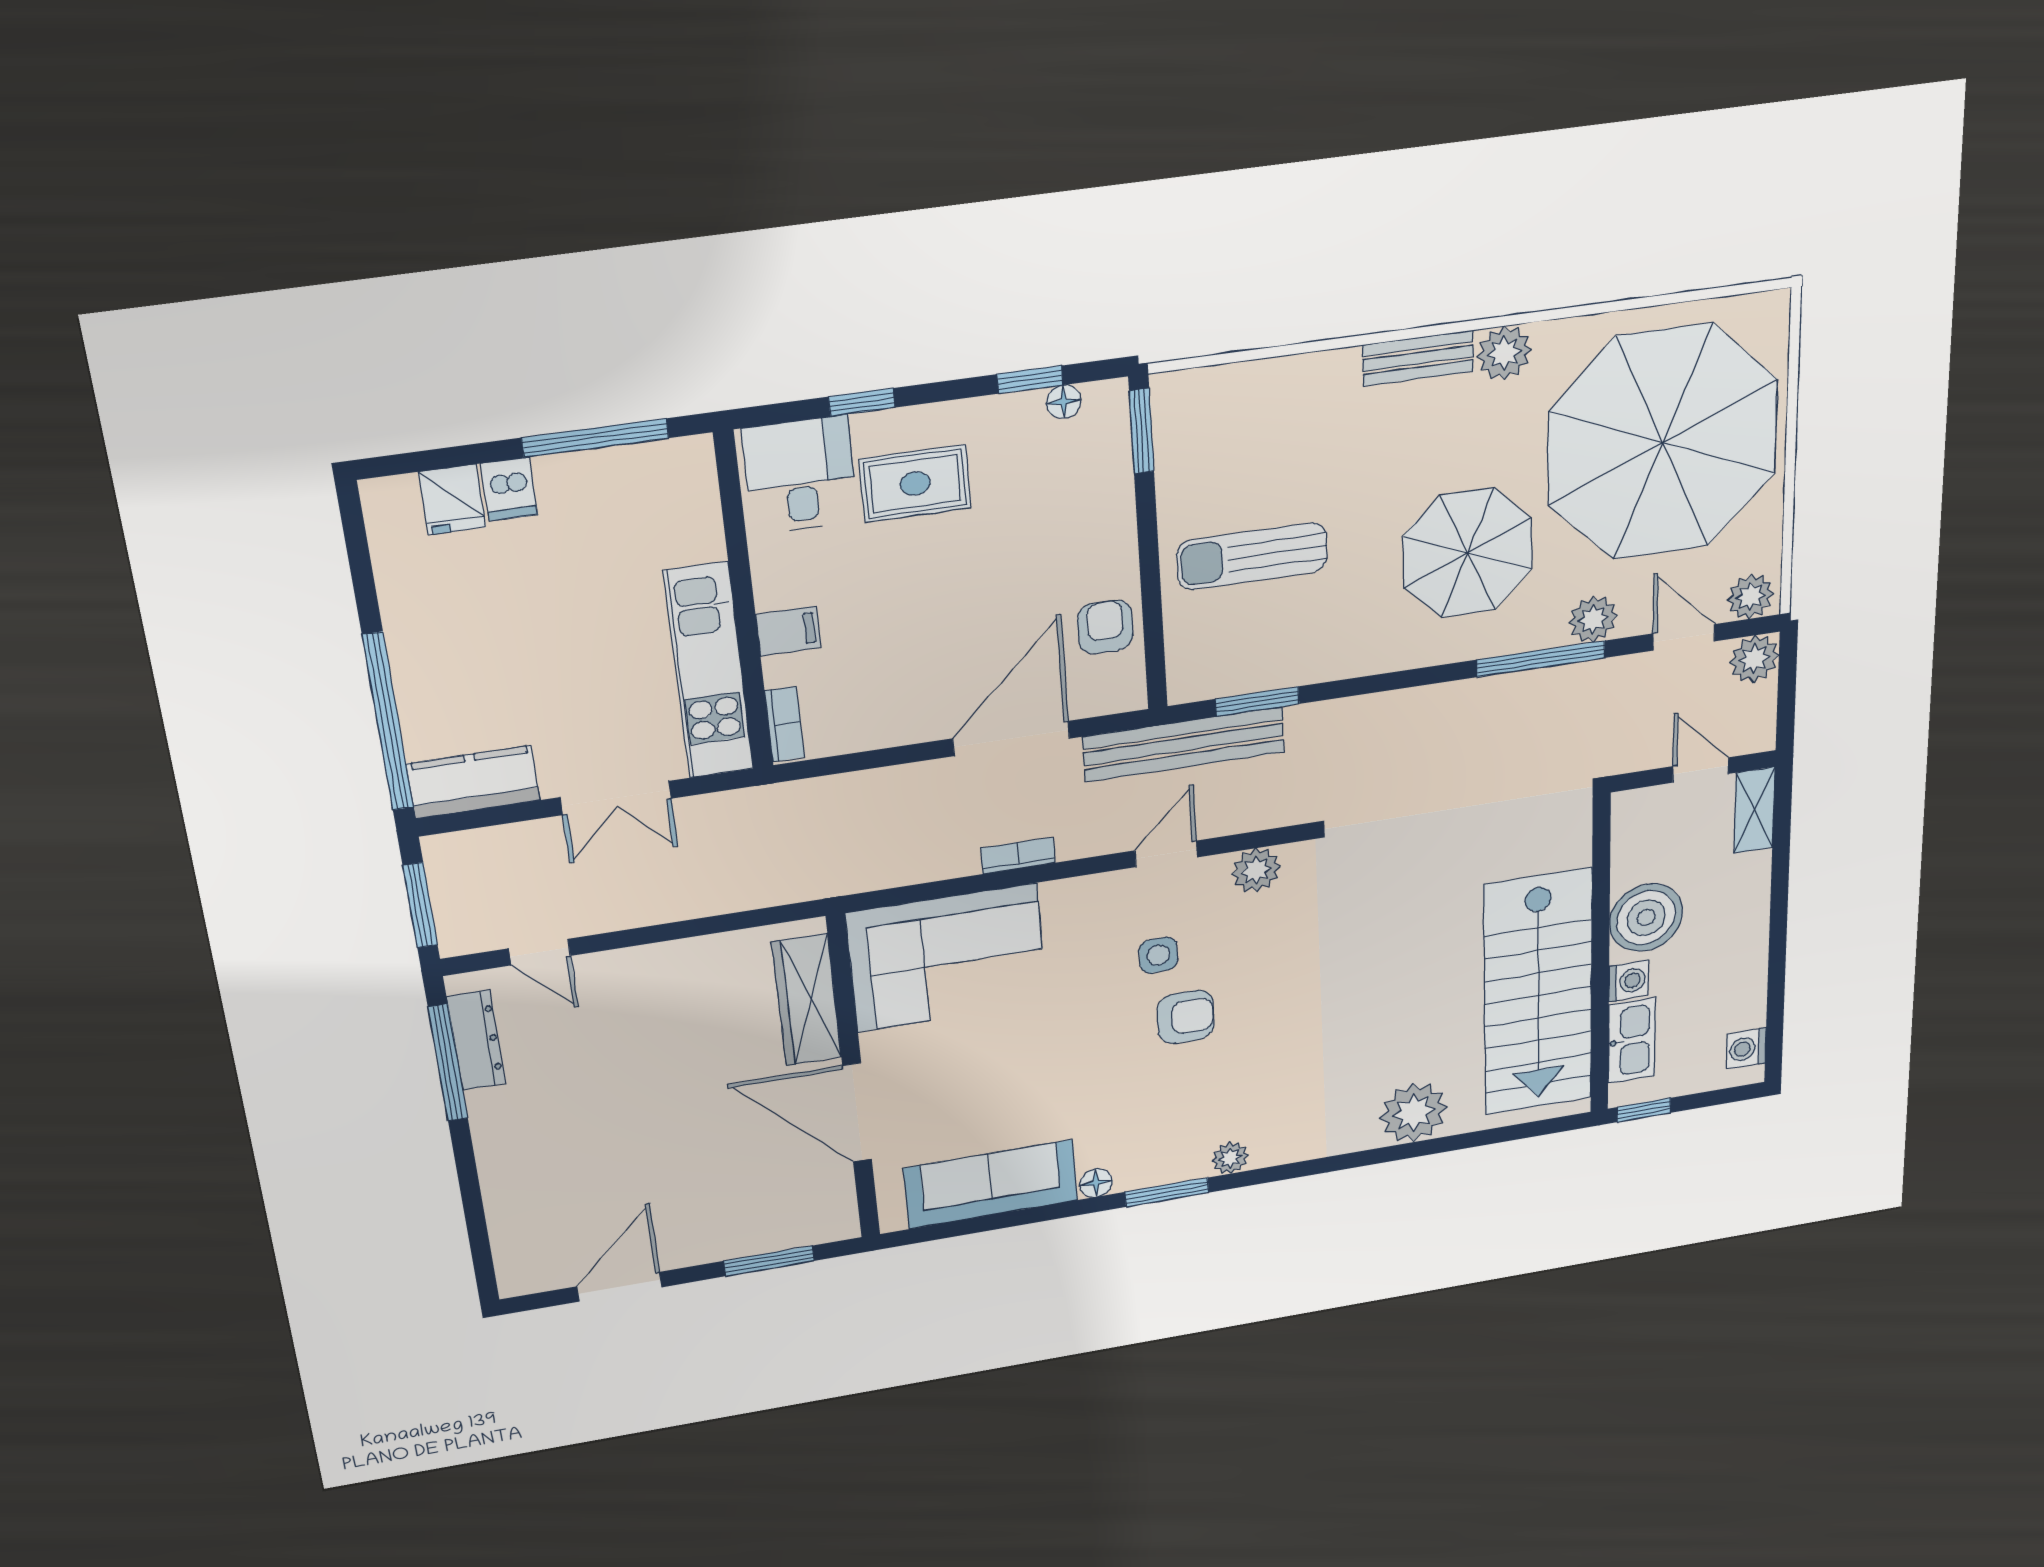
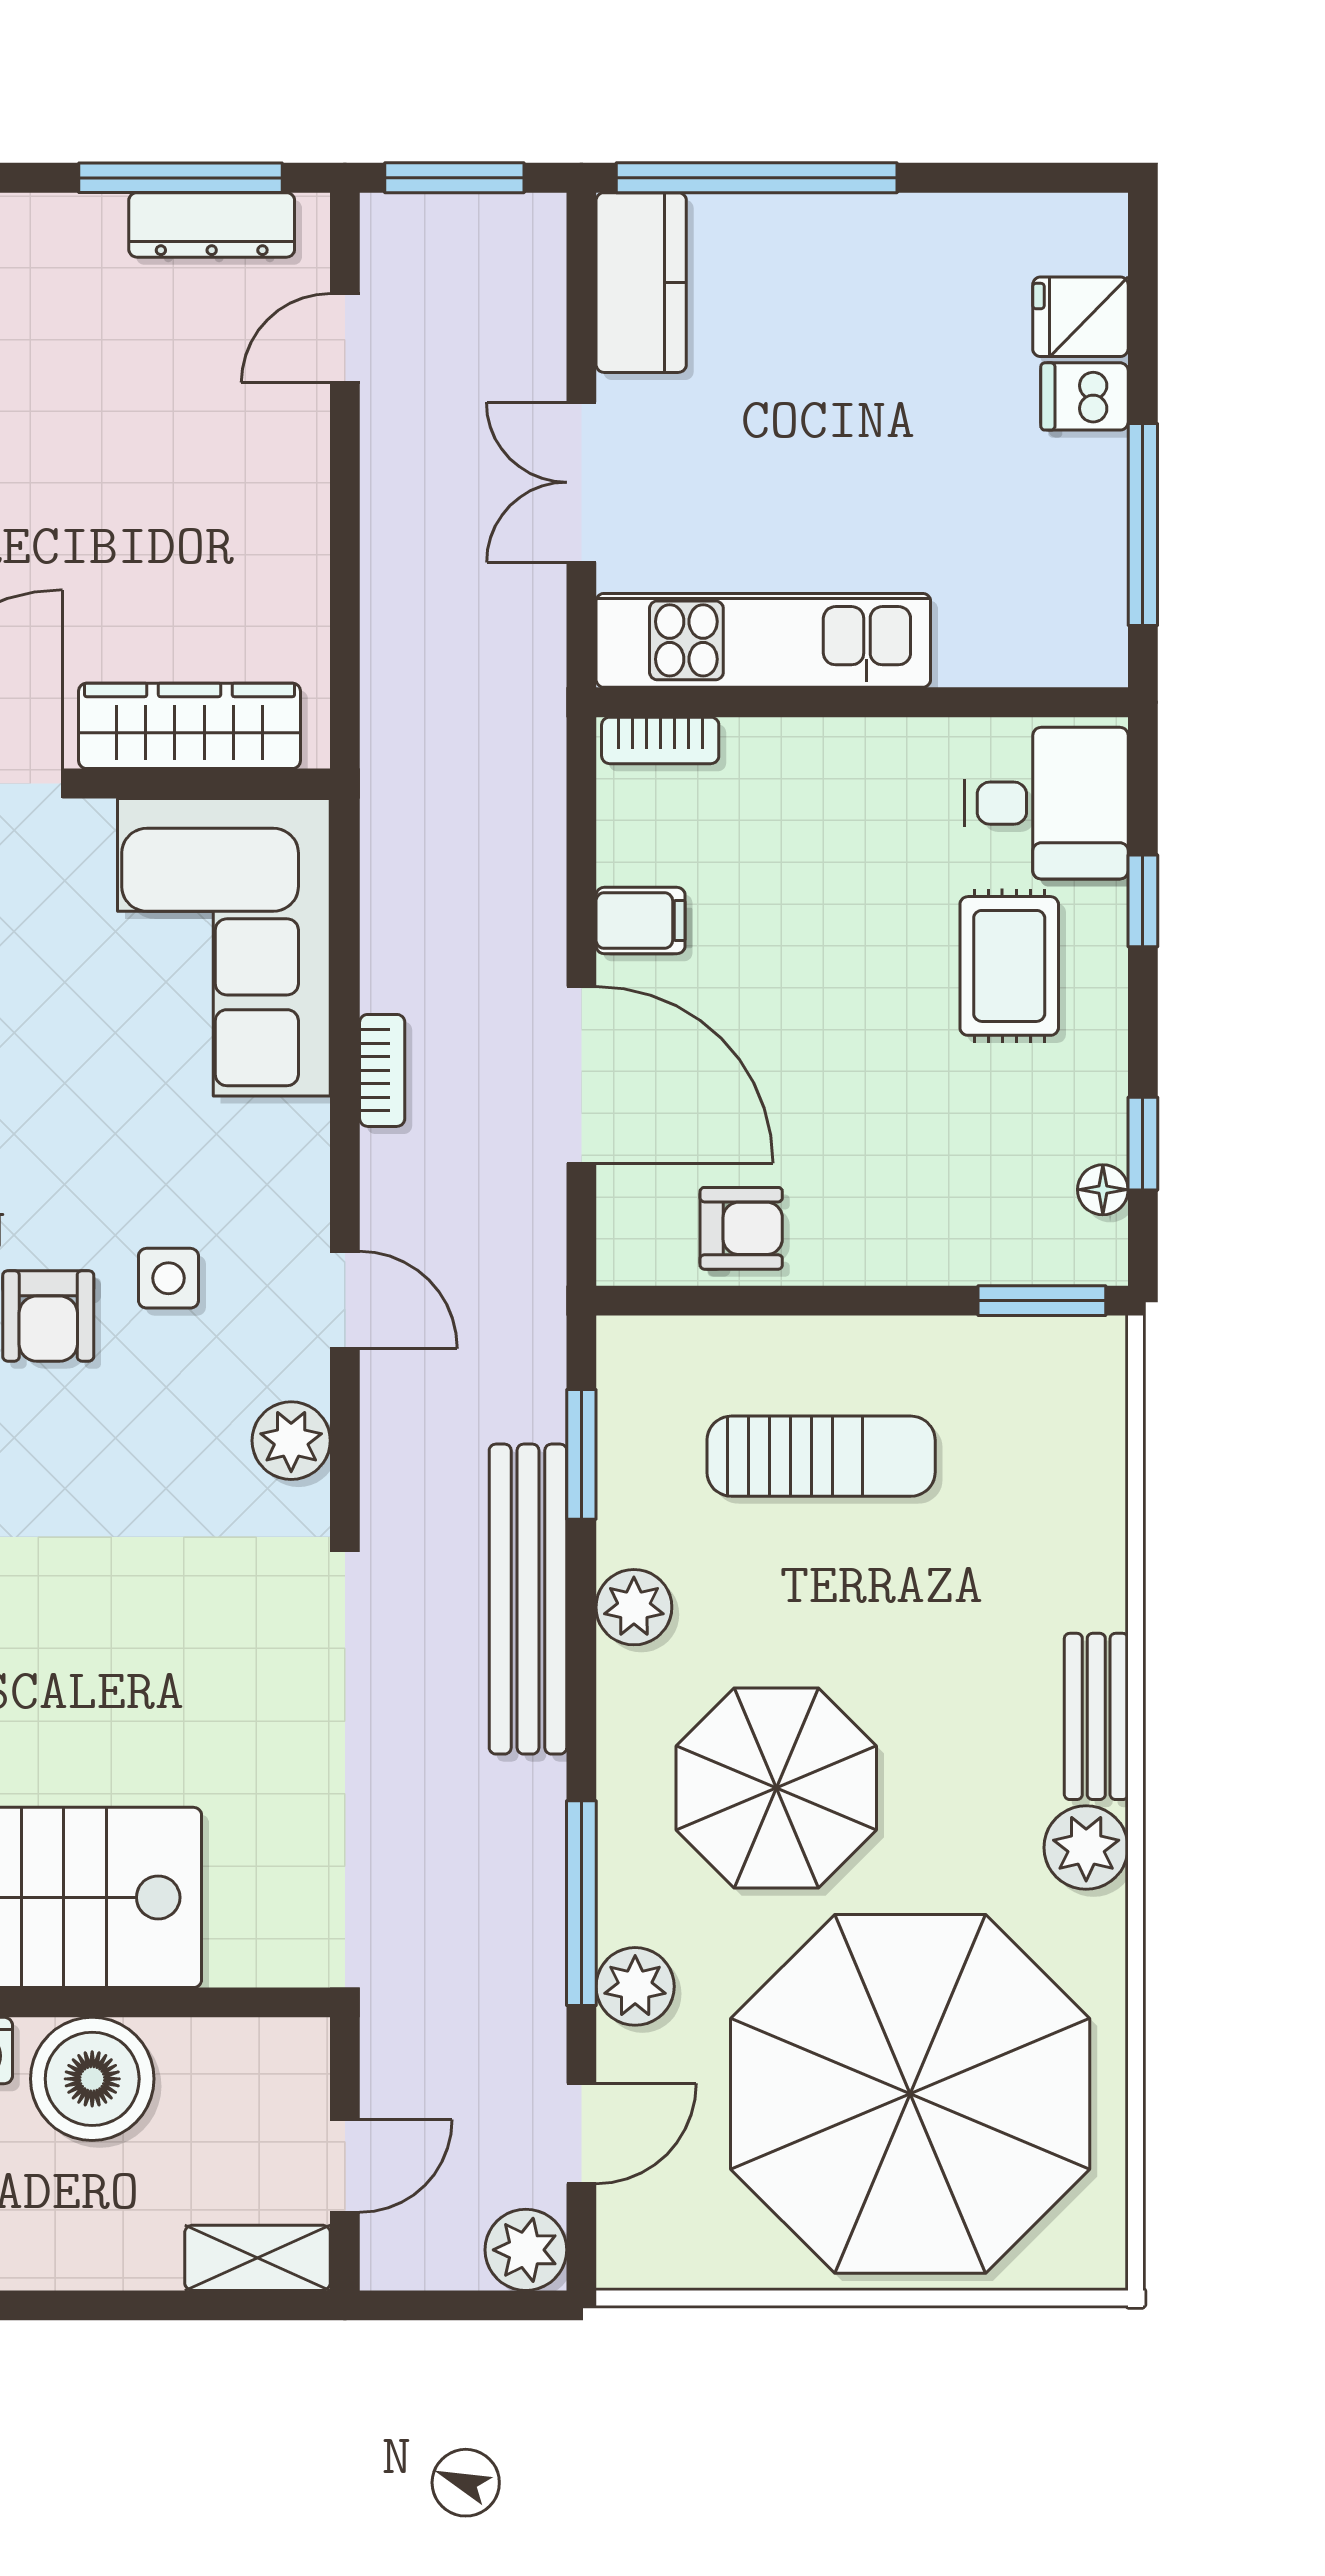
sun lounger: (1252, 556) -> (821, 1456), turned 90
plant: (1750, 597) -> (634, 1607), moved
filing cabinet: (788, 631) -> (641, 921), moved, turned -90
bench: (1184, 744) -> (528, 1599), moved

